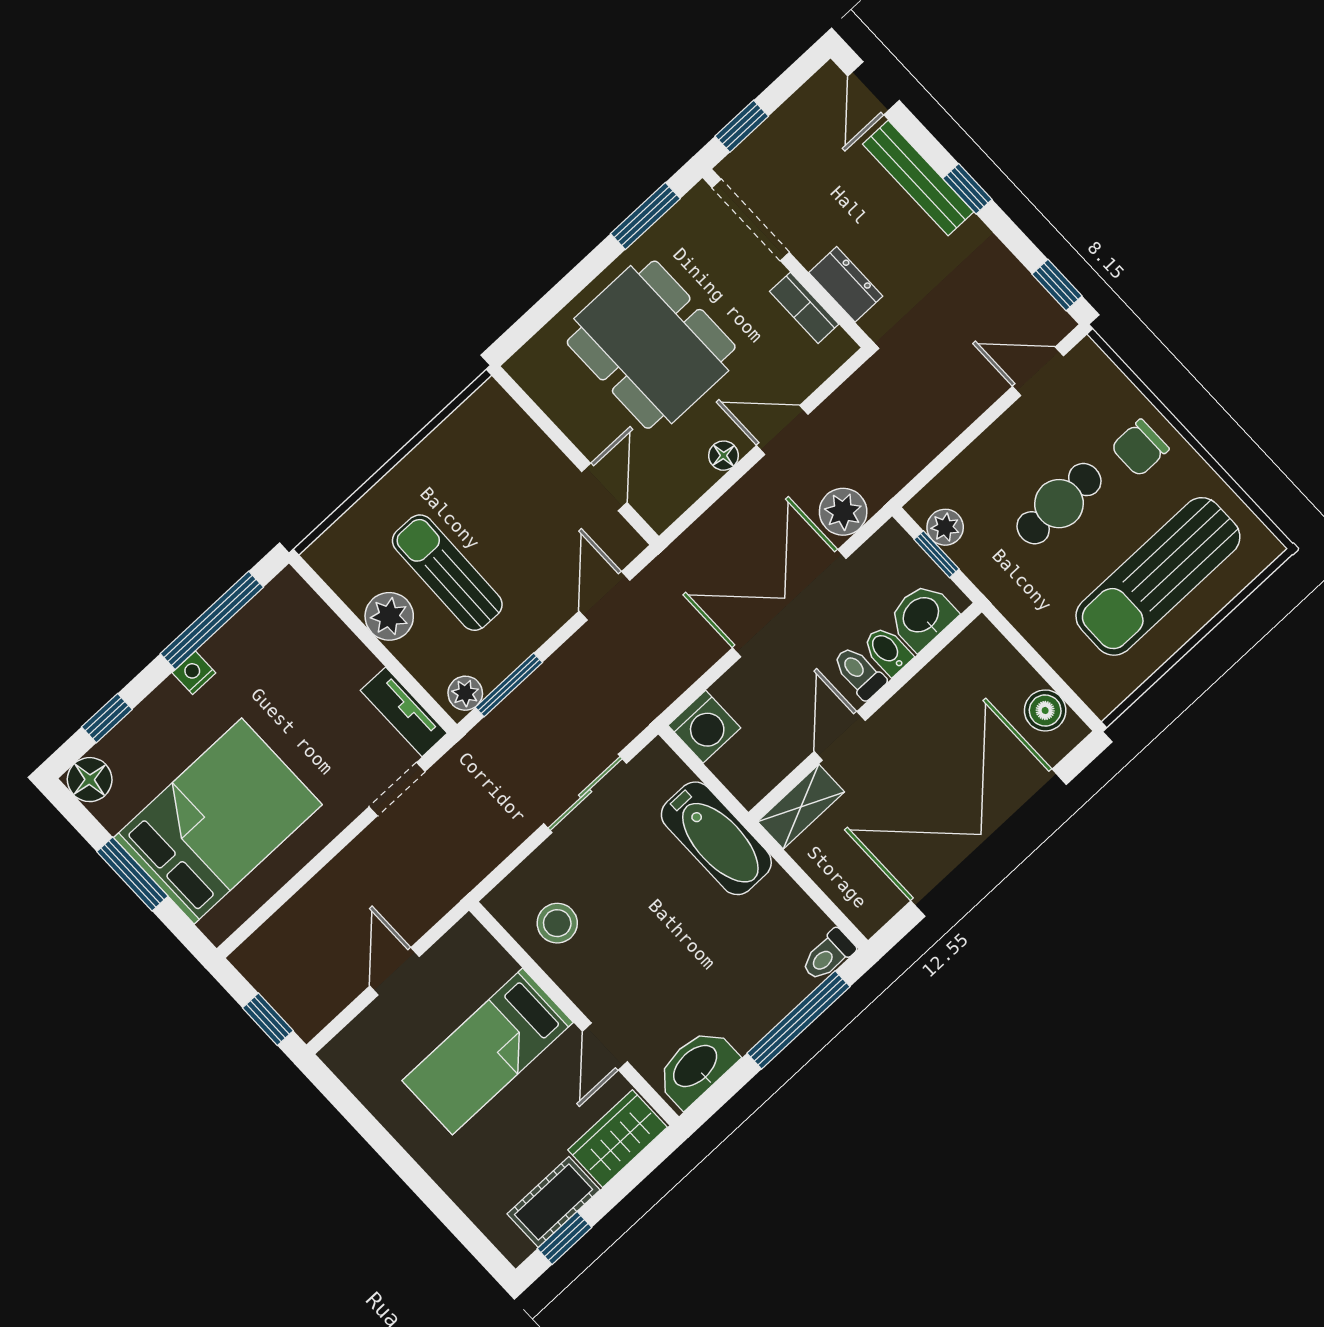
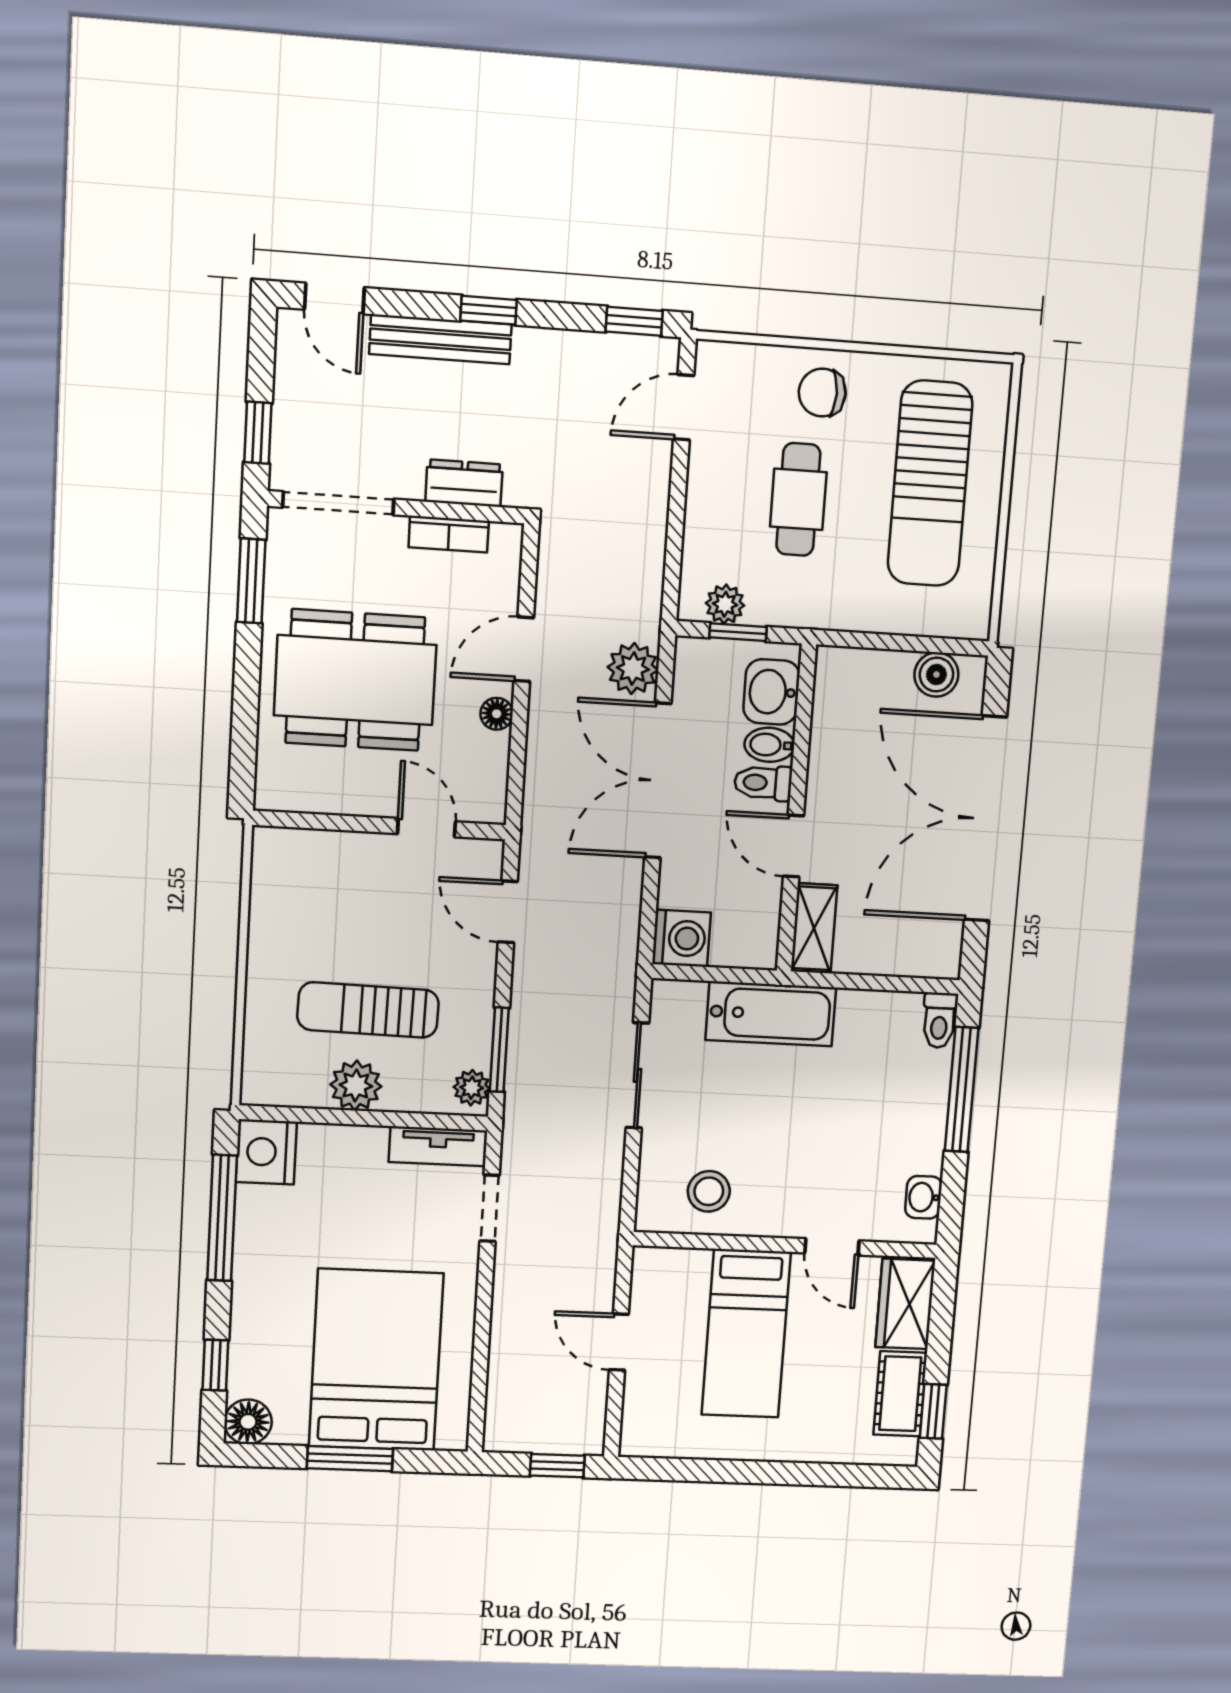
chair: (1140, 448) -> (822, 393), turned 90
nightstand: (194, 673) -> (266, 1152), moved, width x1.89, depth x1.79
washbasin: (696, 1067) -> (923, 1197), width x0.52, depth x0.69

